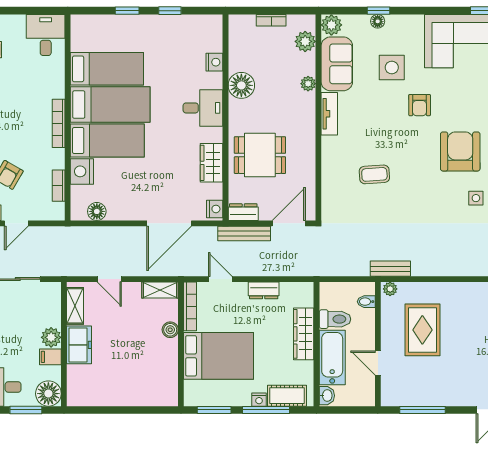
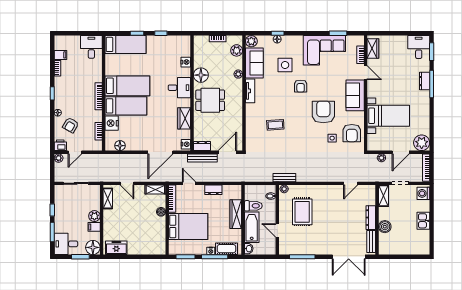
bed: (107, 69) -> (126, 44), moved
dining table: (260, 155) -> (210, 100), moved
freezer: (79, 345) -> (116, 248), moved, turned -90

